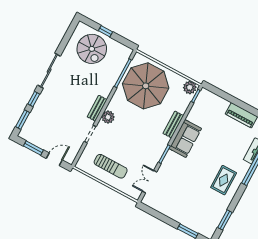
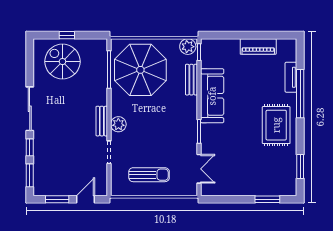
spiral stairs: (92, 49) -> (62, 62), turned 180
bench: (173, 125) -> (191, 80), moved
sofa: (185, 139) -> (212, 96), width x1.36
rug: (224, 180) -> (276, 125), width x1.36, depth x1.43
double door: (150, 182) -> (199, 169), swing flipped

